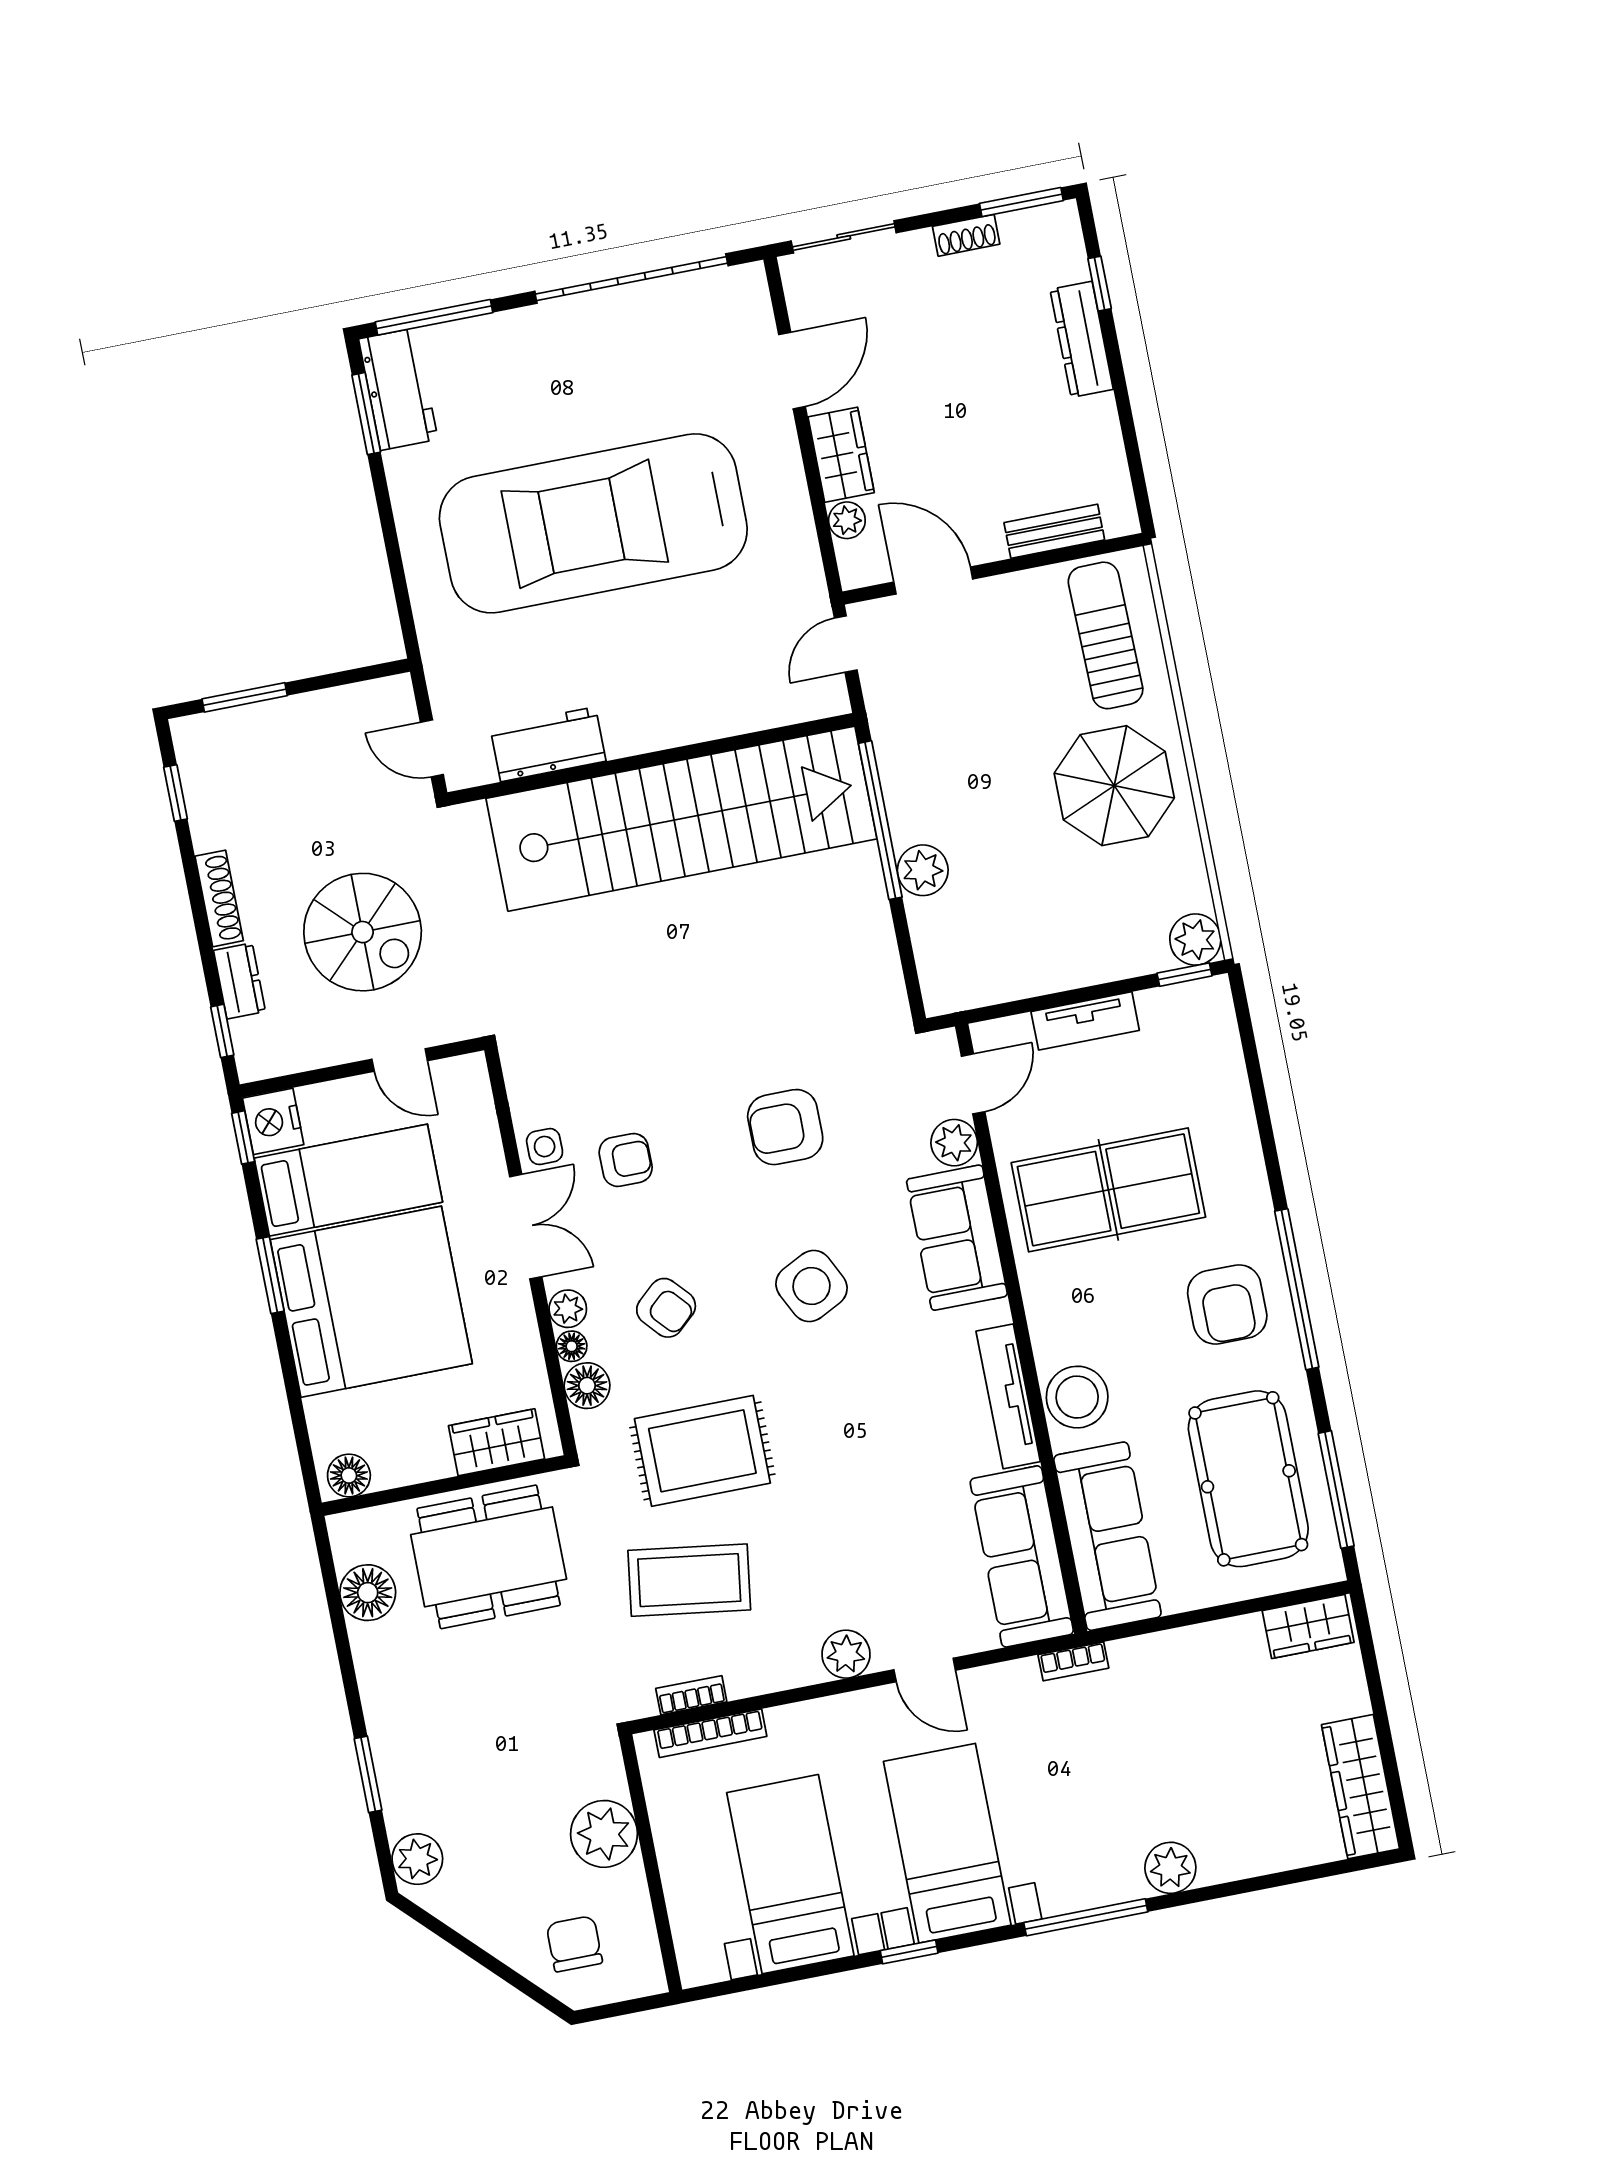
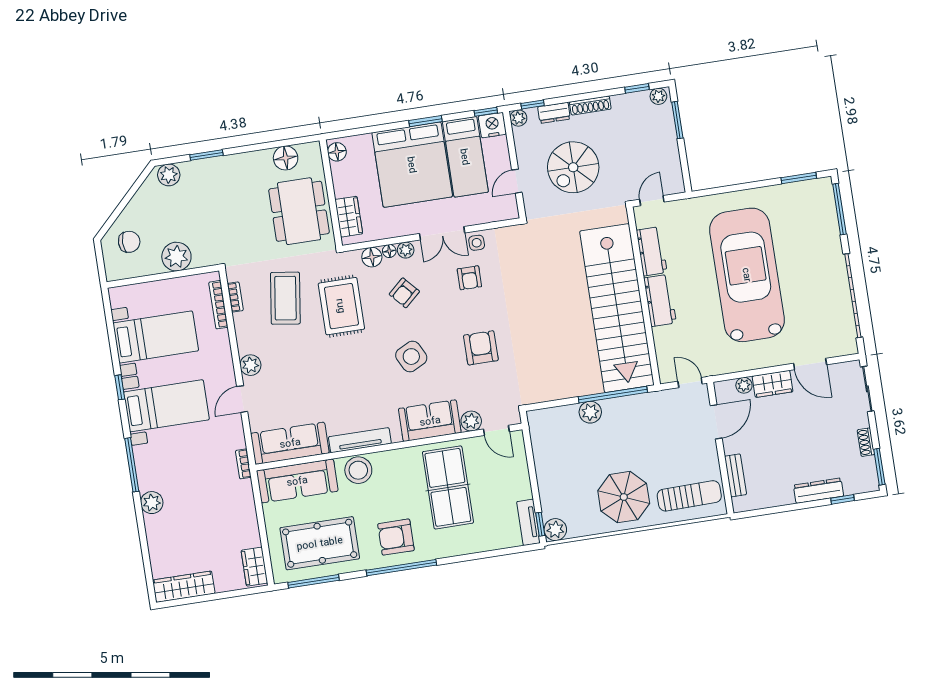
workbench: (398, 389) -> (660, 300), moved, turned -90
plant: (192, 743) -> (658, 96), added
tv unit: (1085, 1021) -> (528, 522), moved
plant: (255, 1062) -> (518, 118), added

